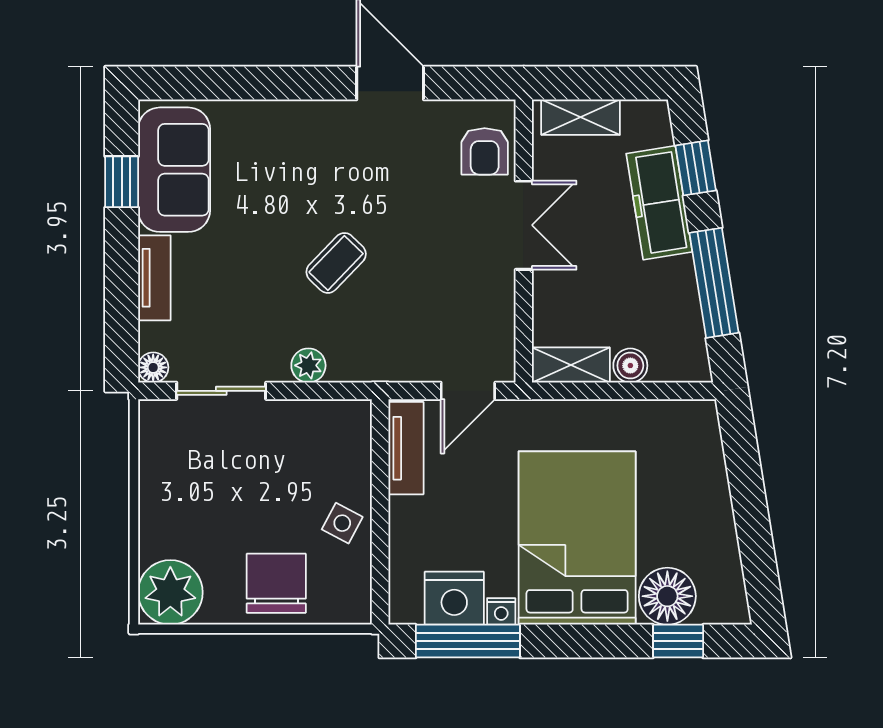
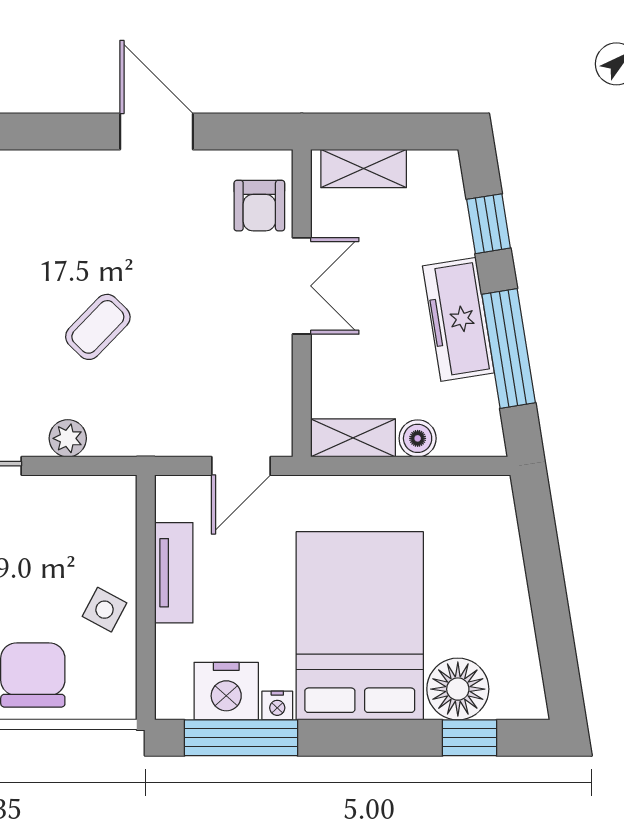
freezer: (659, 203) -> (458, 319), moved
tv unit: (406, 448) -> (174, 573), moved

